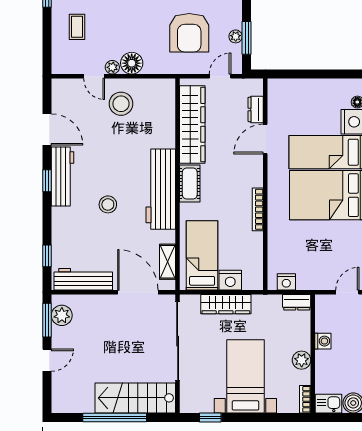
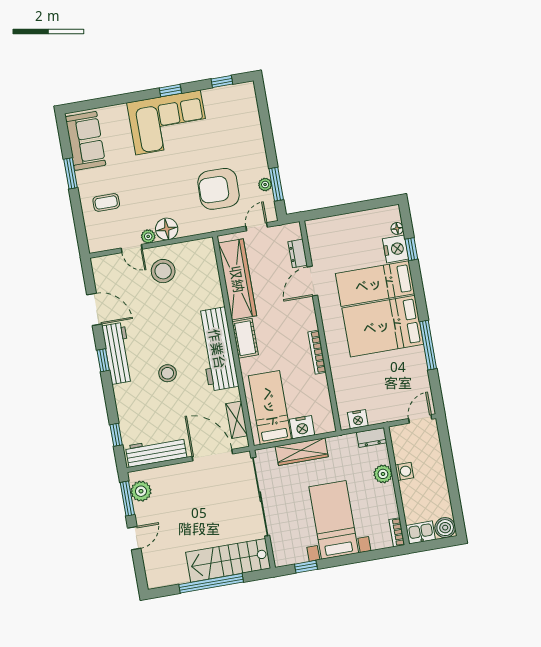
coffee table: (77, 27) -> (106, 202), turned 90
armchair: (189, 33) -> (218, 189), turned 91
plant: (302, 360) -> (383, 474), moved

